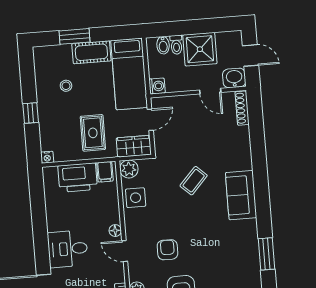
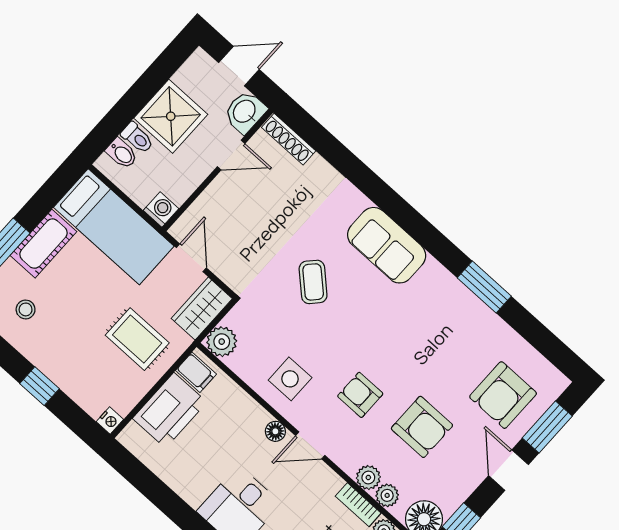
stool: (66, 86) -> (26, 309), moved
side table: (136, 198) -> (290, 379), moved

